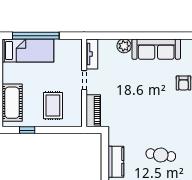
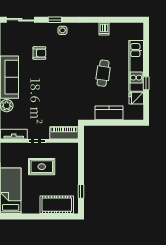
rug: (53, 106) -> (42, 167), moved

